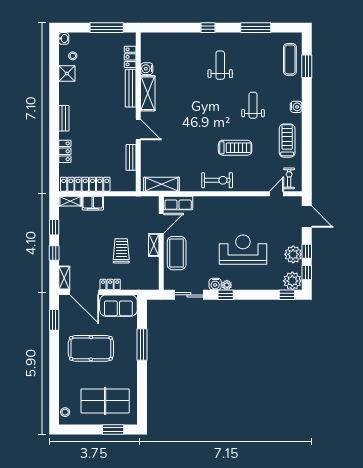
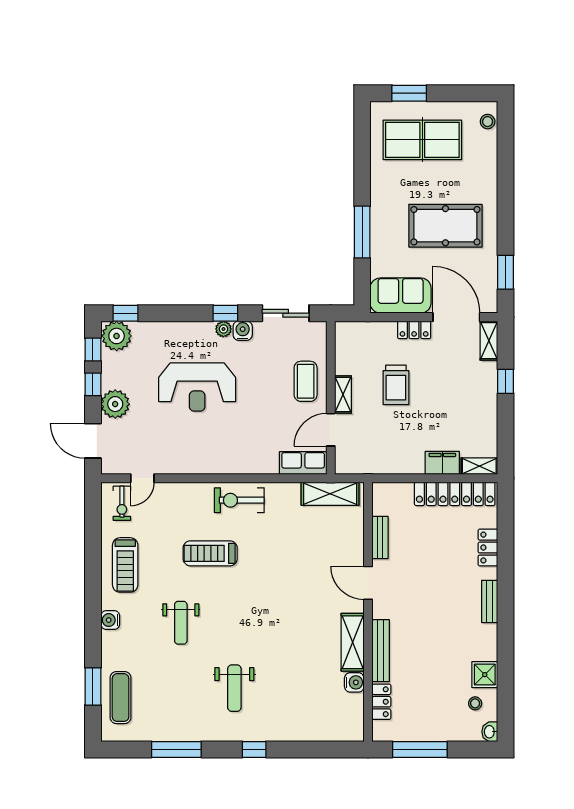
window: (54, 227) -> (506, 423), removed
coffee table: (177, 253) -> (306, 381), width x0.73, depth x0.76
plant: (293, 254) -> (115, 404), moved

